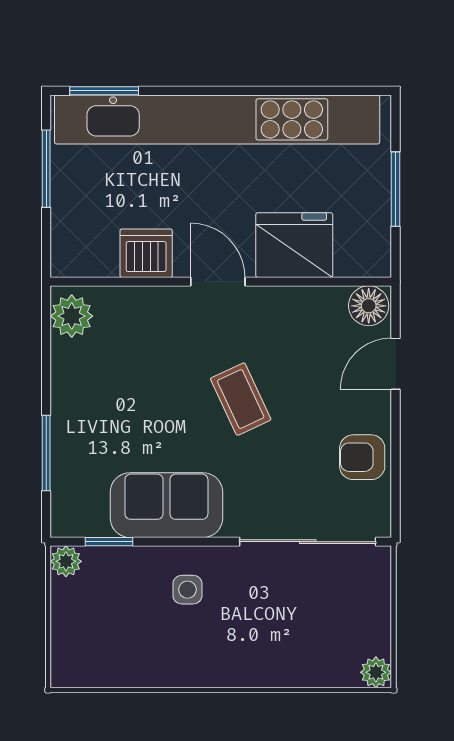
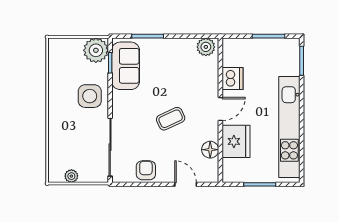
kitchen unit: (217, 119) -> (289, 127), width x0.73
floor lamp: (369, 306) -> (210, 150), moved
sofa: (166, 505) -> (126, 66), moved
plant: (66, 561) -> (96, 50), width x1.88, depth x1.88
side table: (187, 590) -> (90, 96), width x1.87, depth x1.87
plant: (376, 672) -> (71, 176), moved

